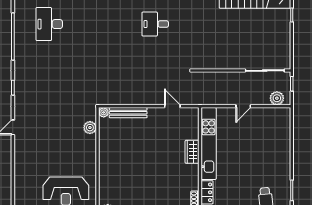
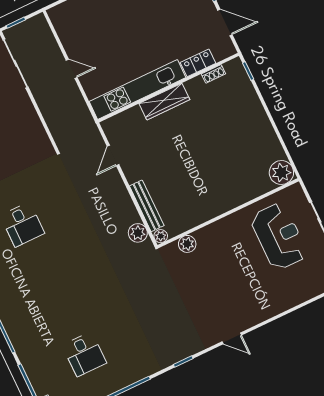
desk: (49, 24) -> (84, 354), width x0.73
plant: (277, 98) -> (138, 233), moved
wardrobe: (192, 152) -> (164, 102), width x1.50

